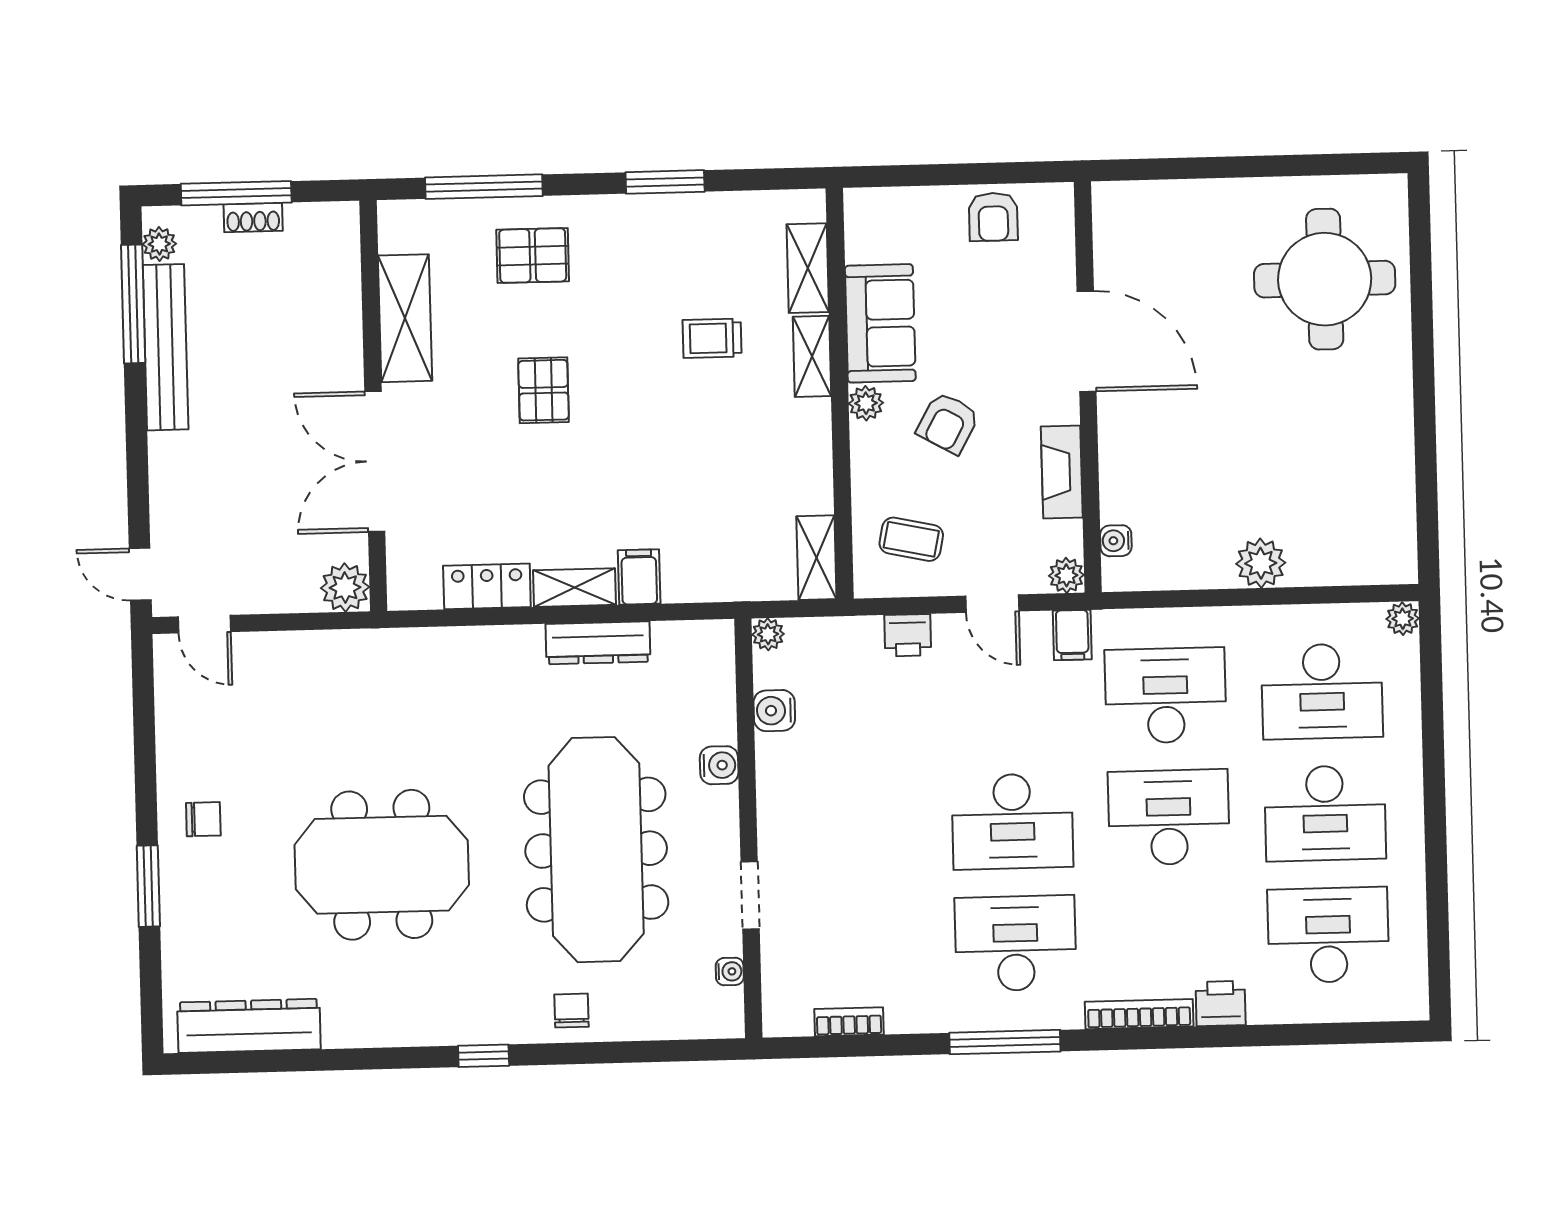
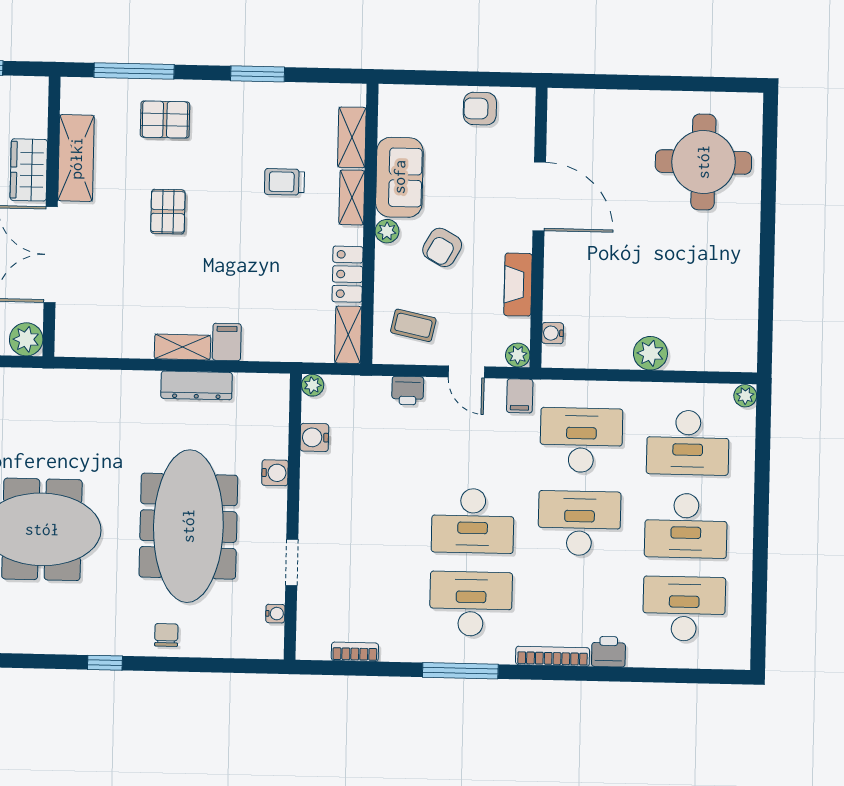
armchair: (993, 217) -> (480, 109), turned 90
wardrobe: (337, 339) -> (29, 170), added
locker: (487, 586) -> (348, 274), moved, turned -90

